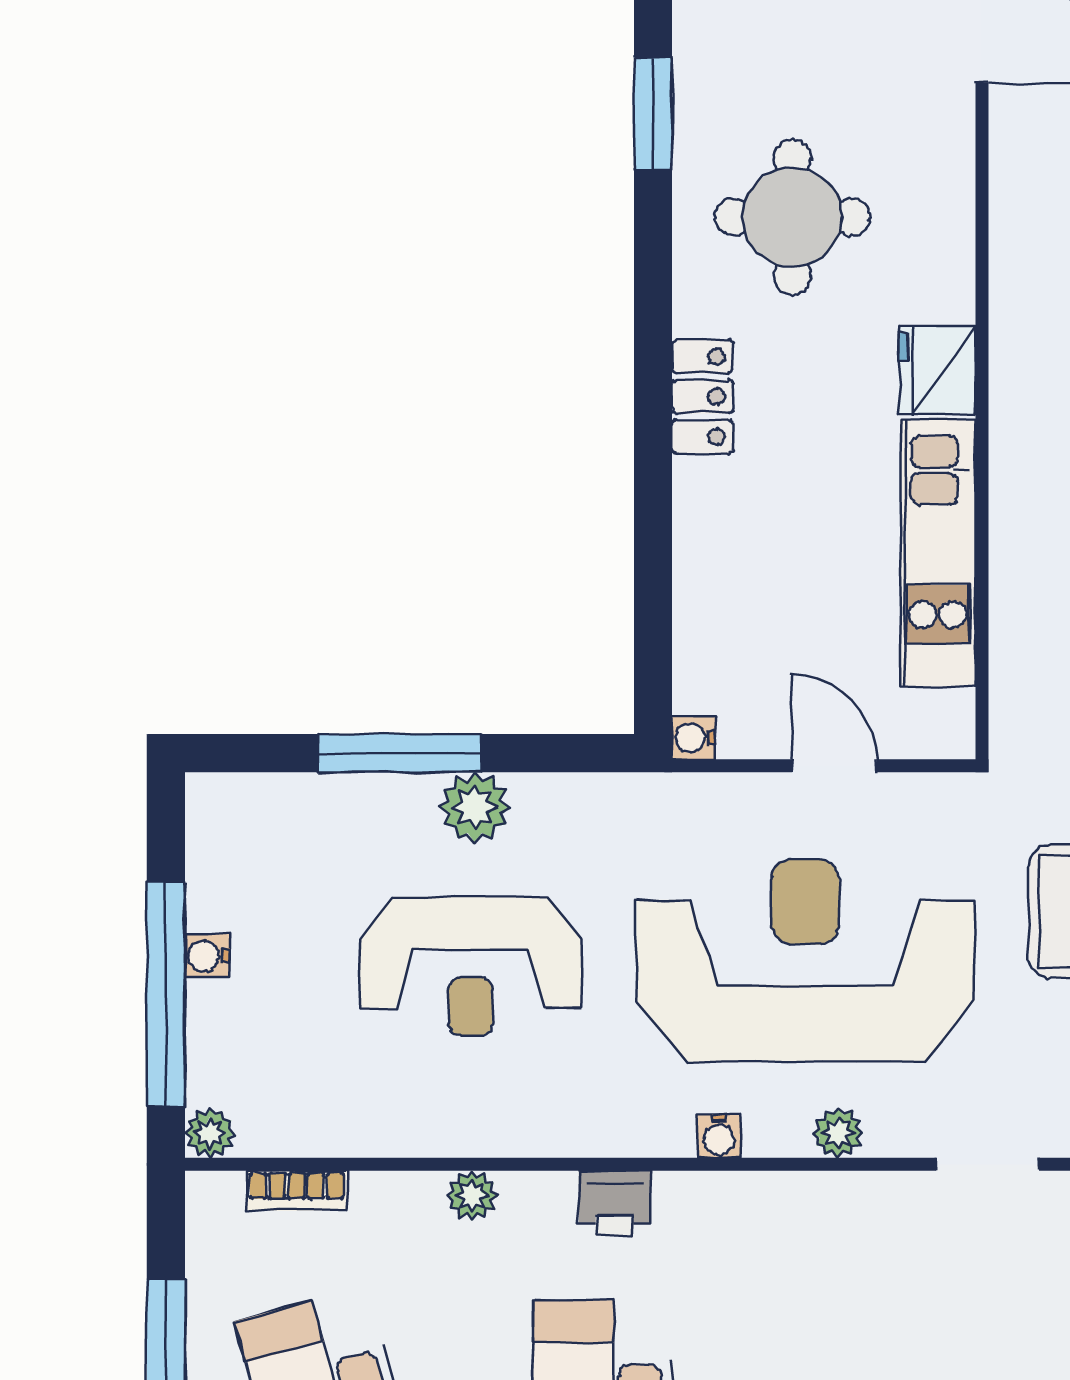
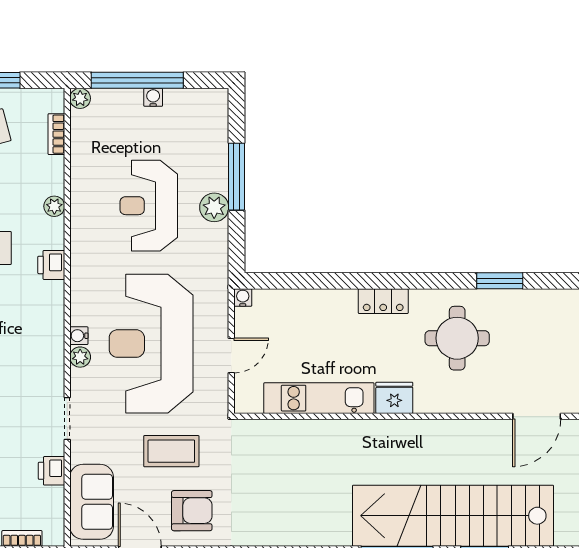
reception desk: (805, 961) -> (151, 344), turned 180
water cooler: (719, 1136) -> (79, 336), moved

